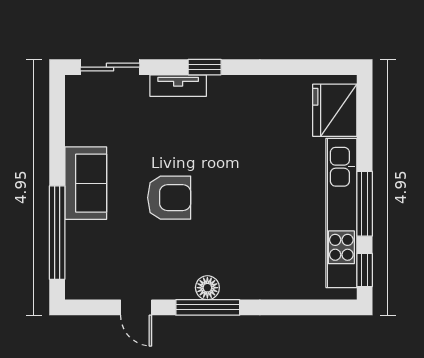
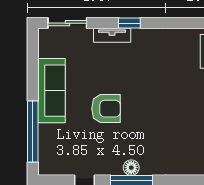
sofa: (86, 183) -> (51, 91), width x1.36

